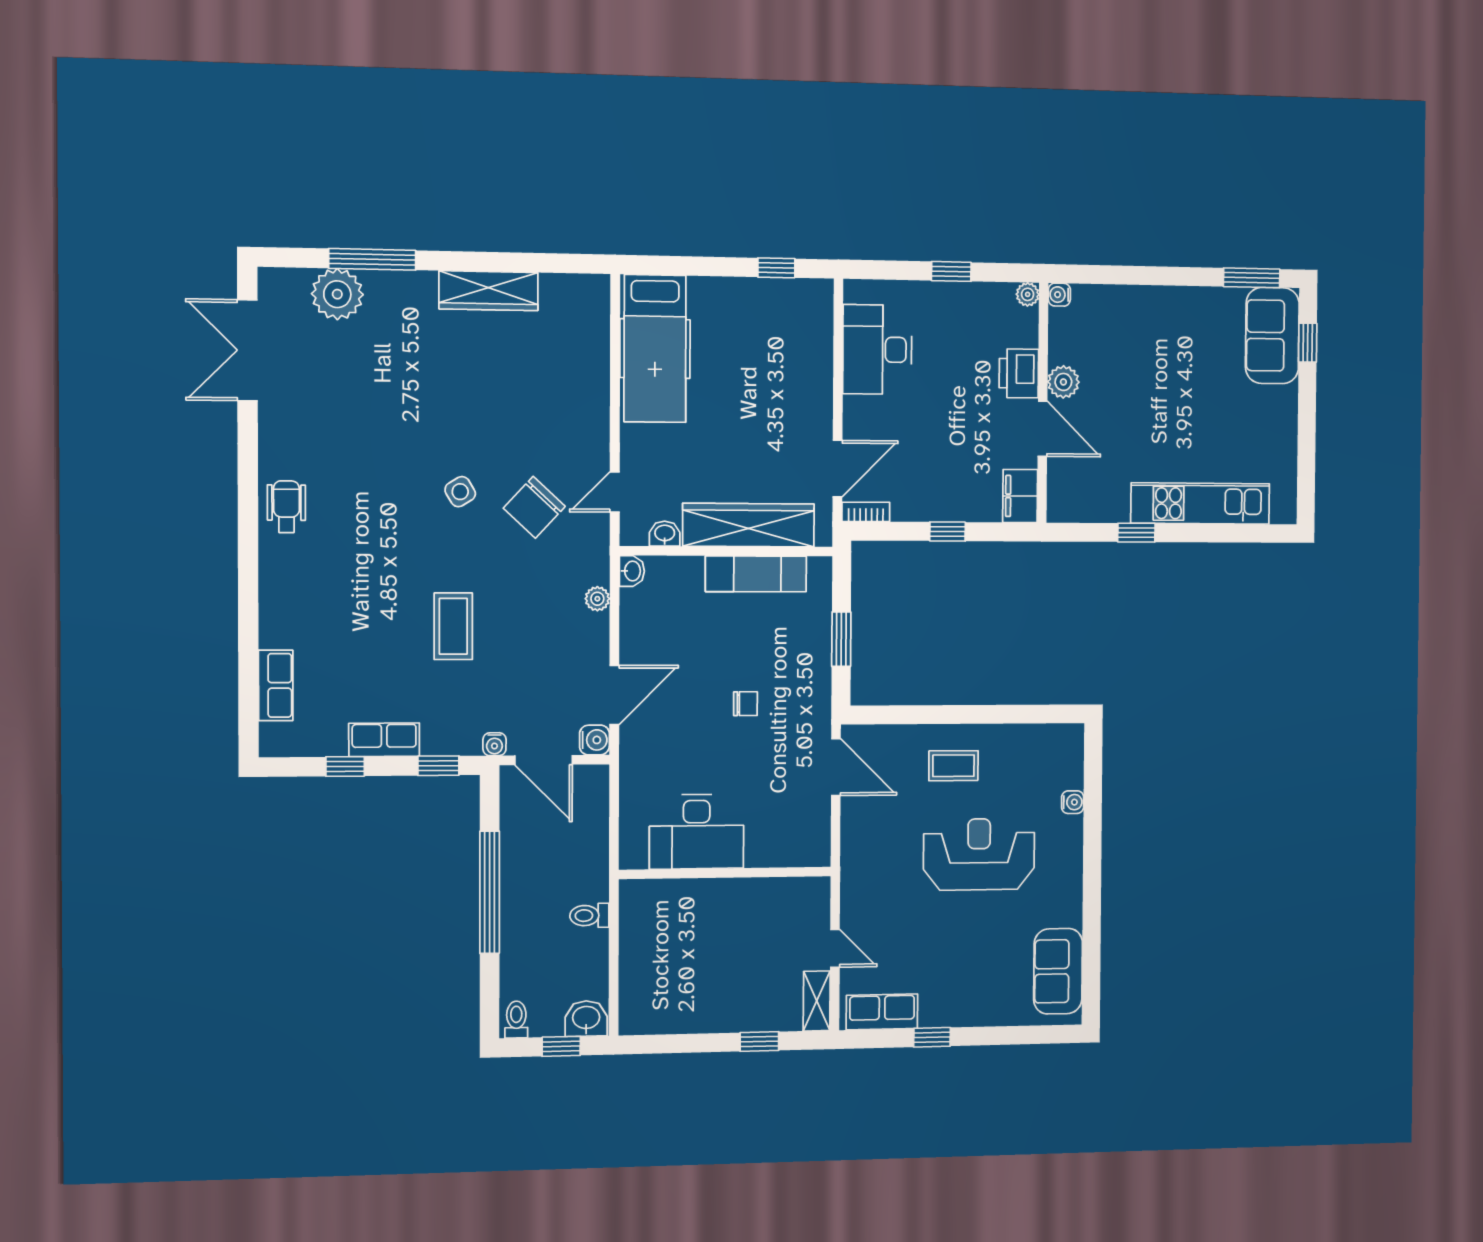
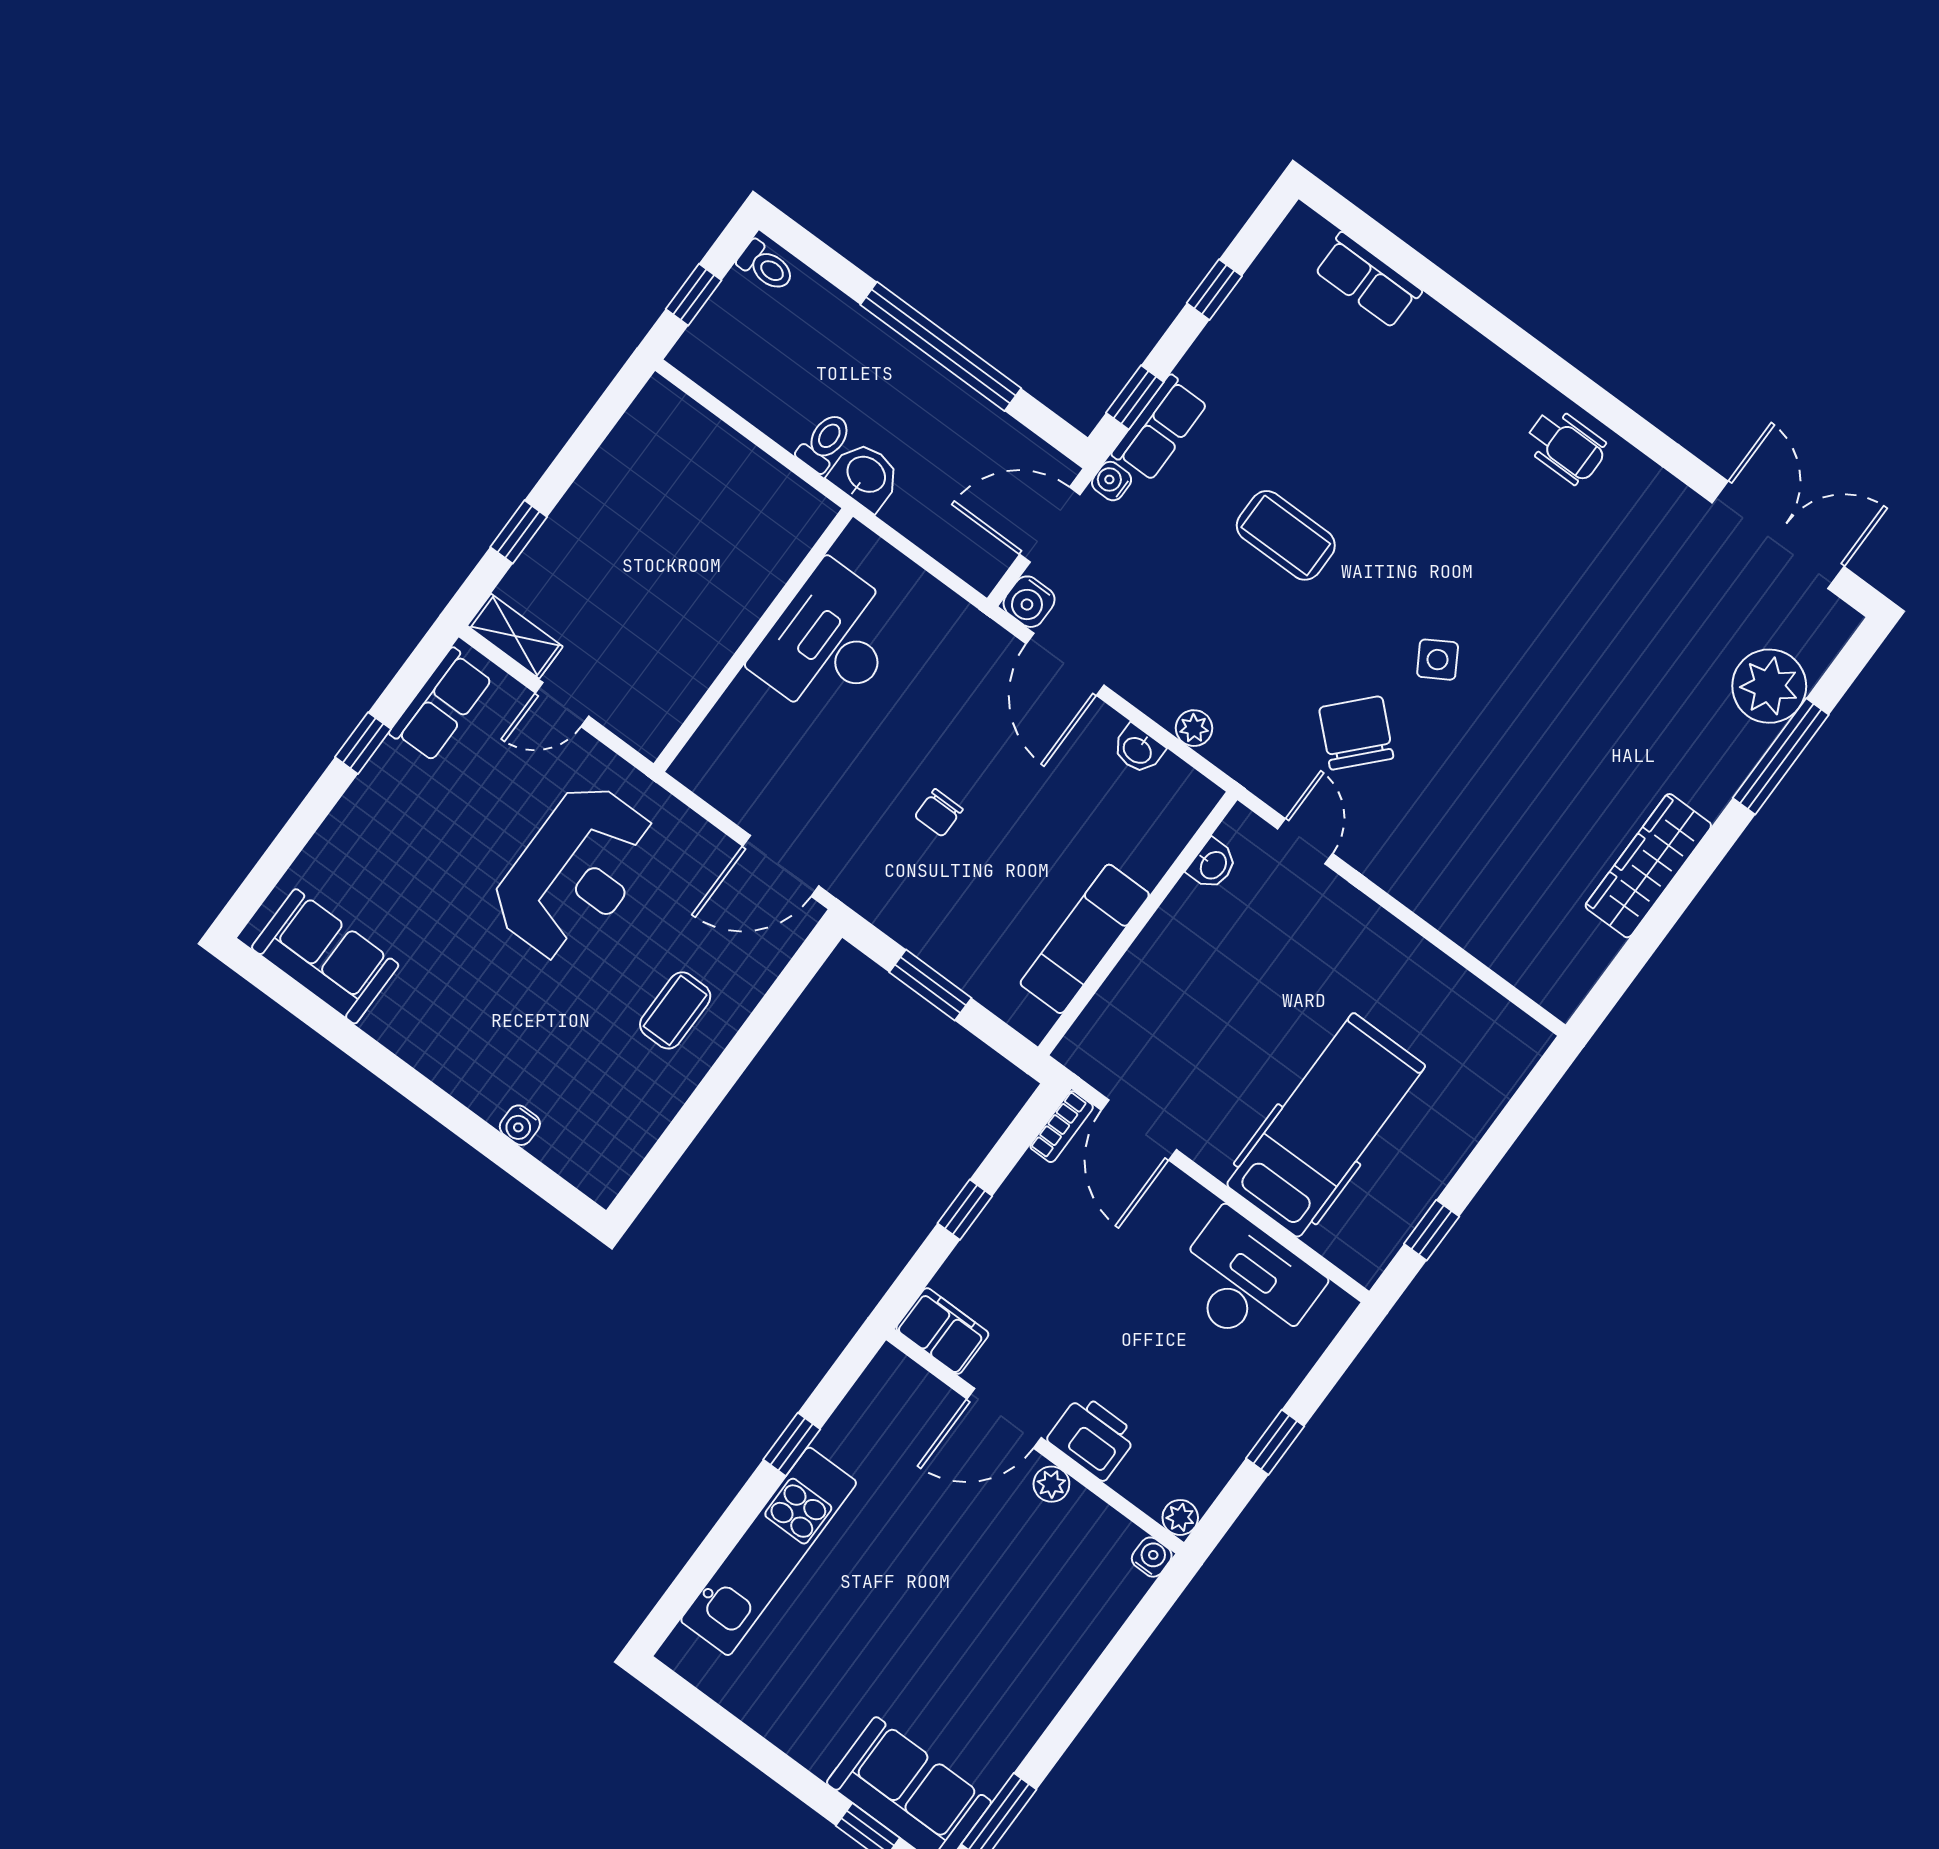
hospital bed: (655, 349) -> (1326, 1125), moved, turned 90
plant: (1063, 382) -> (1051, 1484), width x0.73, depth x0.73
wardrobe: (748, 525) -> (1150, 973), removed
washbasin: (632, 571) -> (1138, 750), moved
row of seats: (384, 740) -> (1160, 428), moved
reception desk: (979, 854) -> (575, 873), moved
washbasin: (586, 1018) -> (865, 476), moved, turned -90

